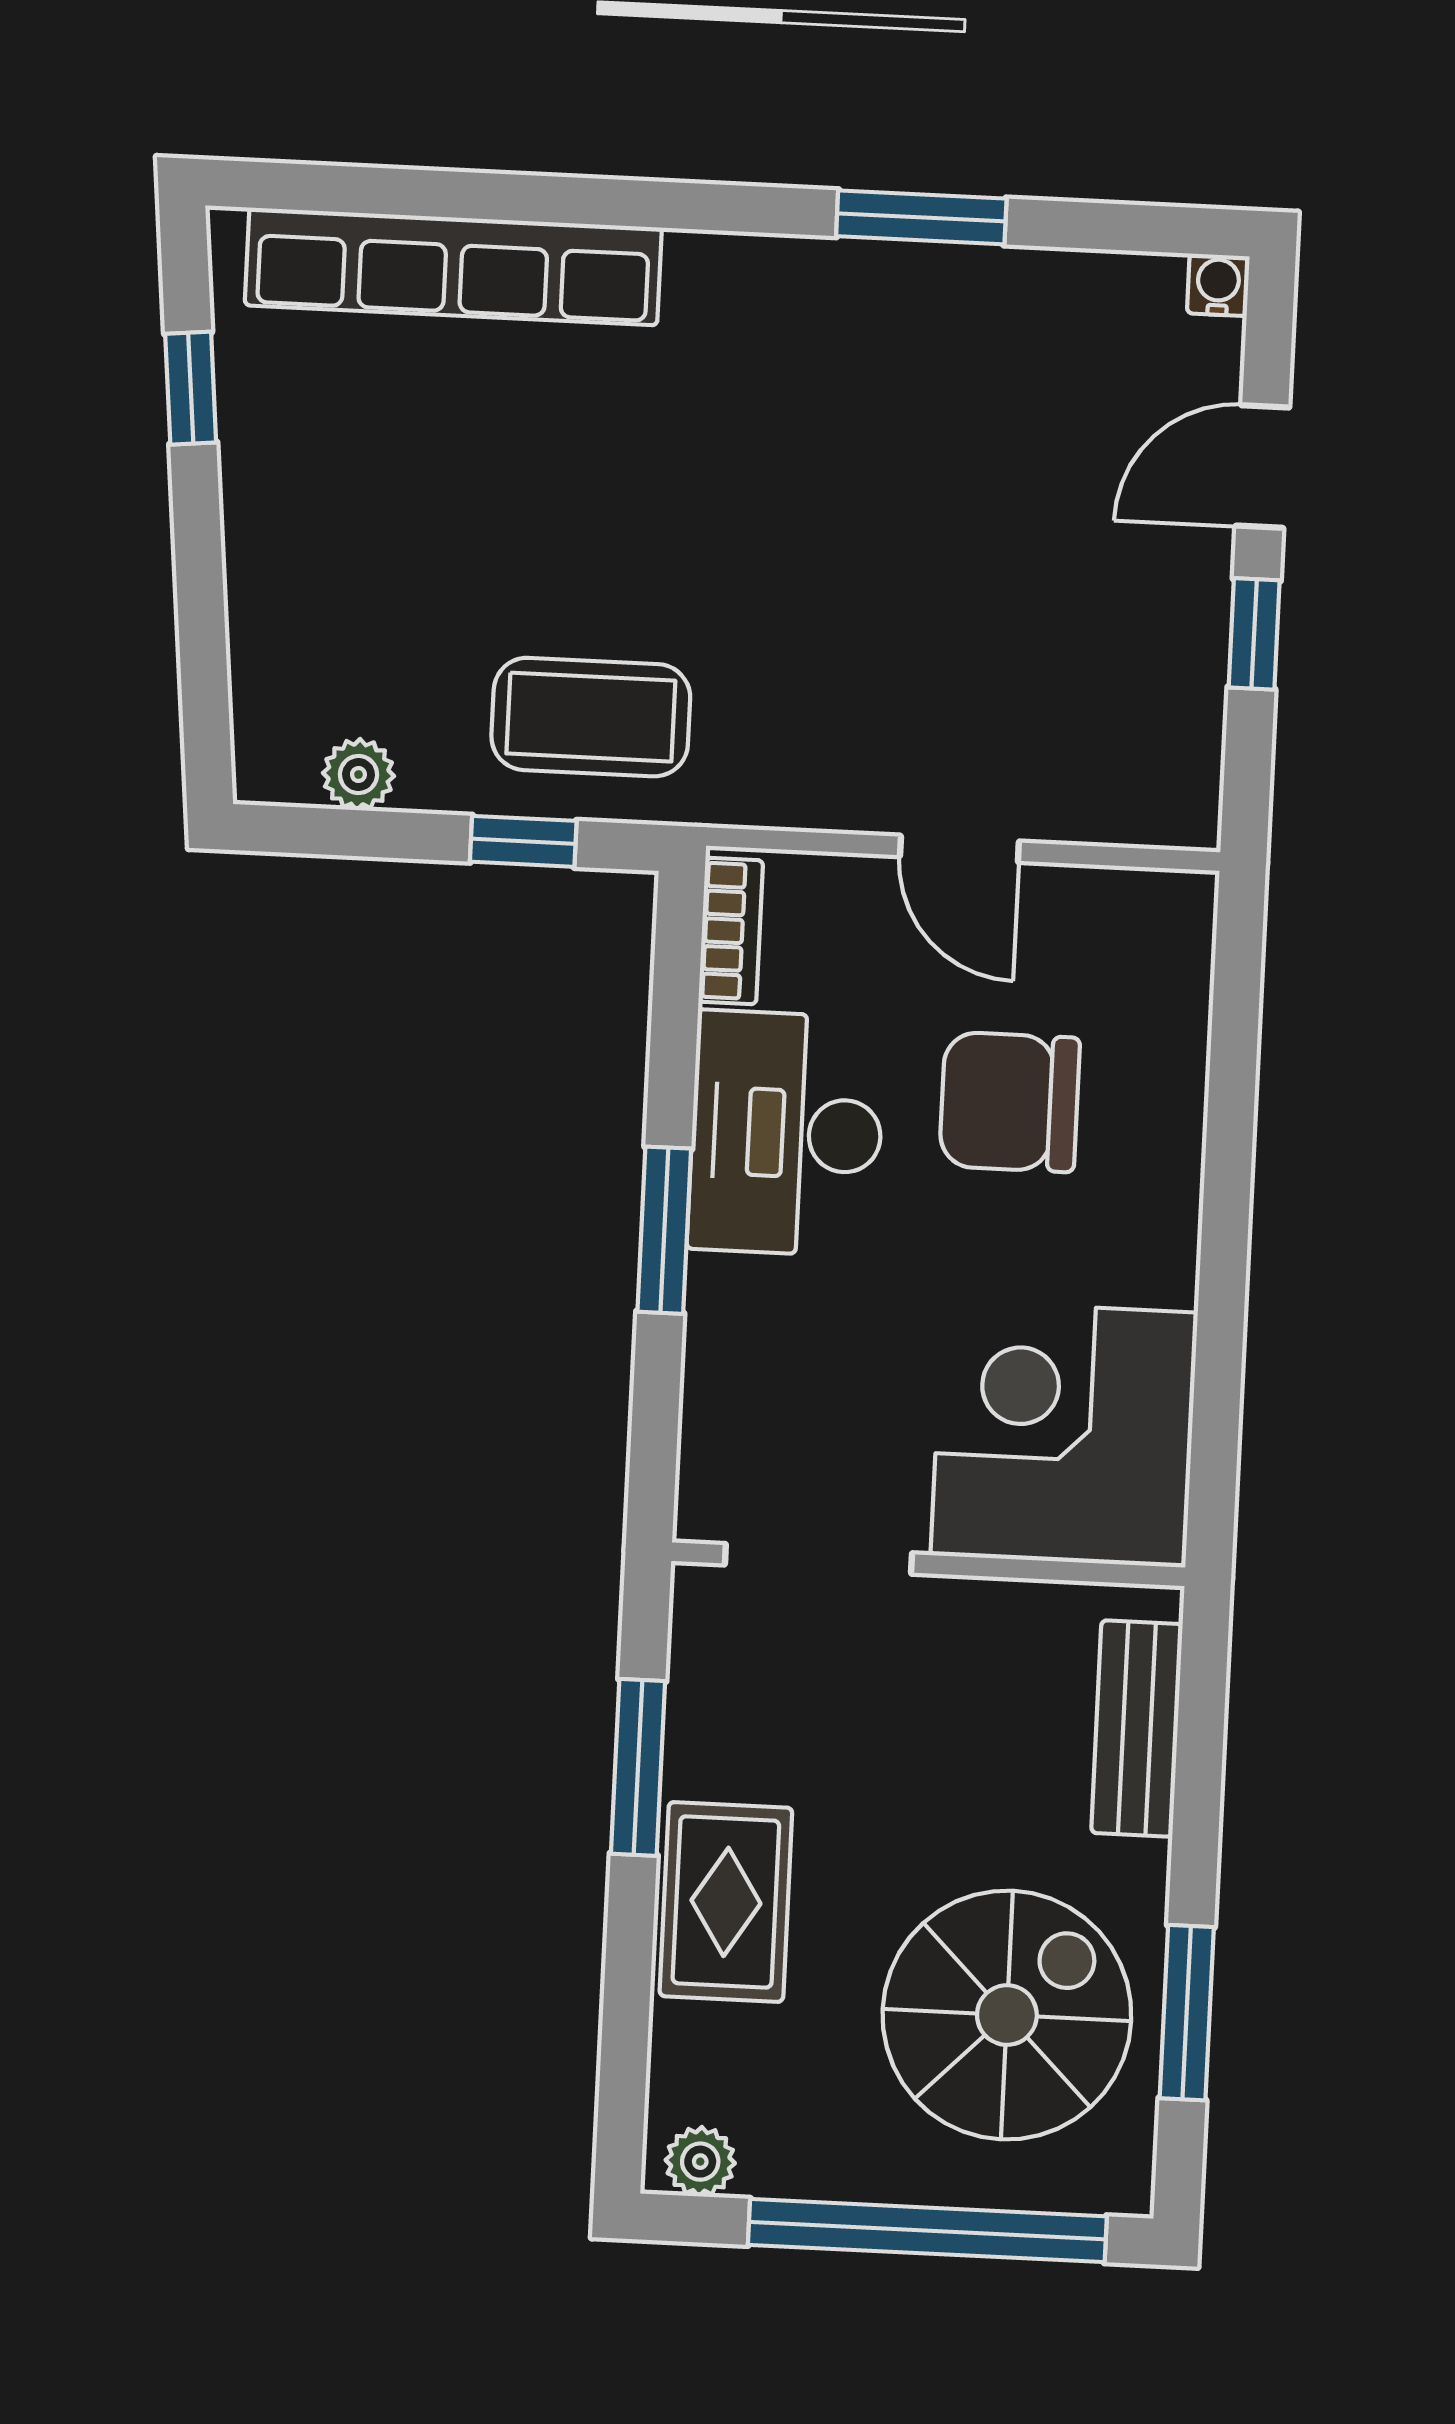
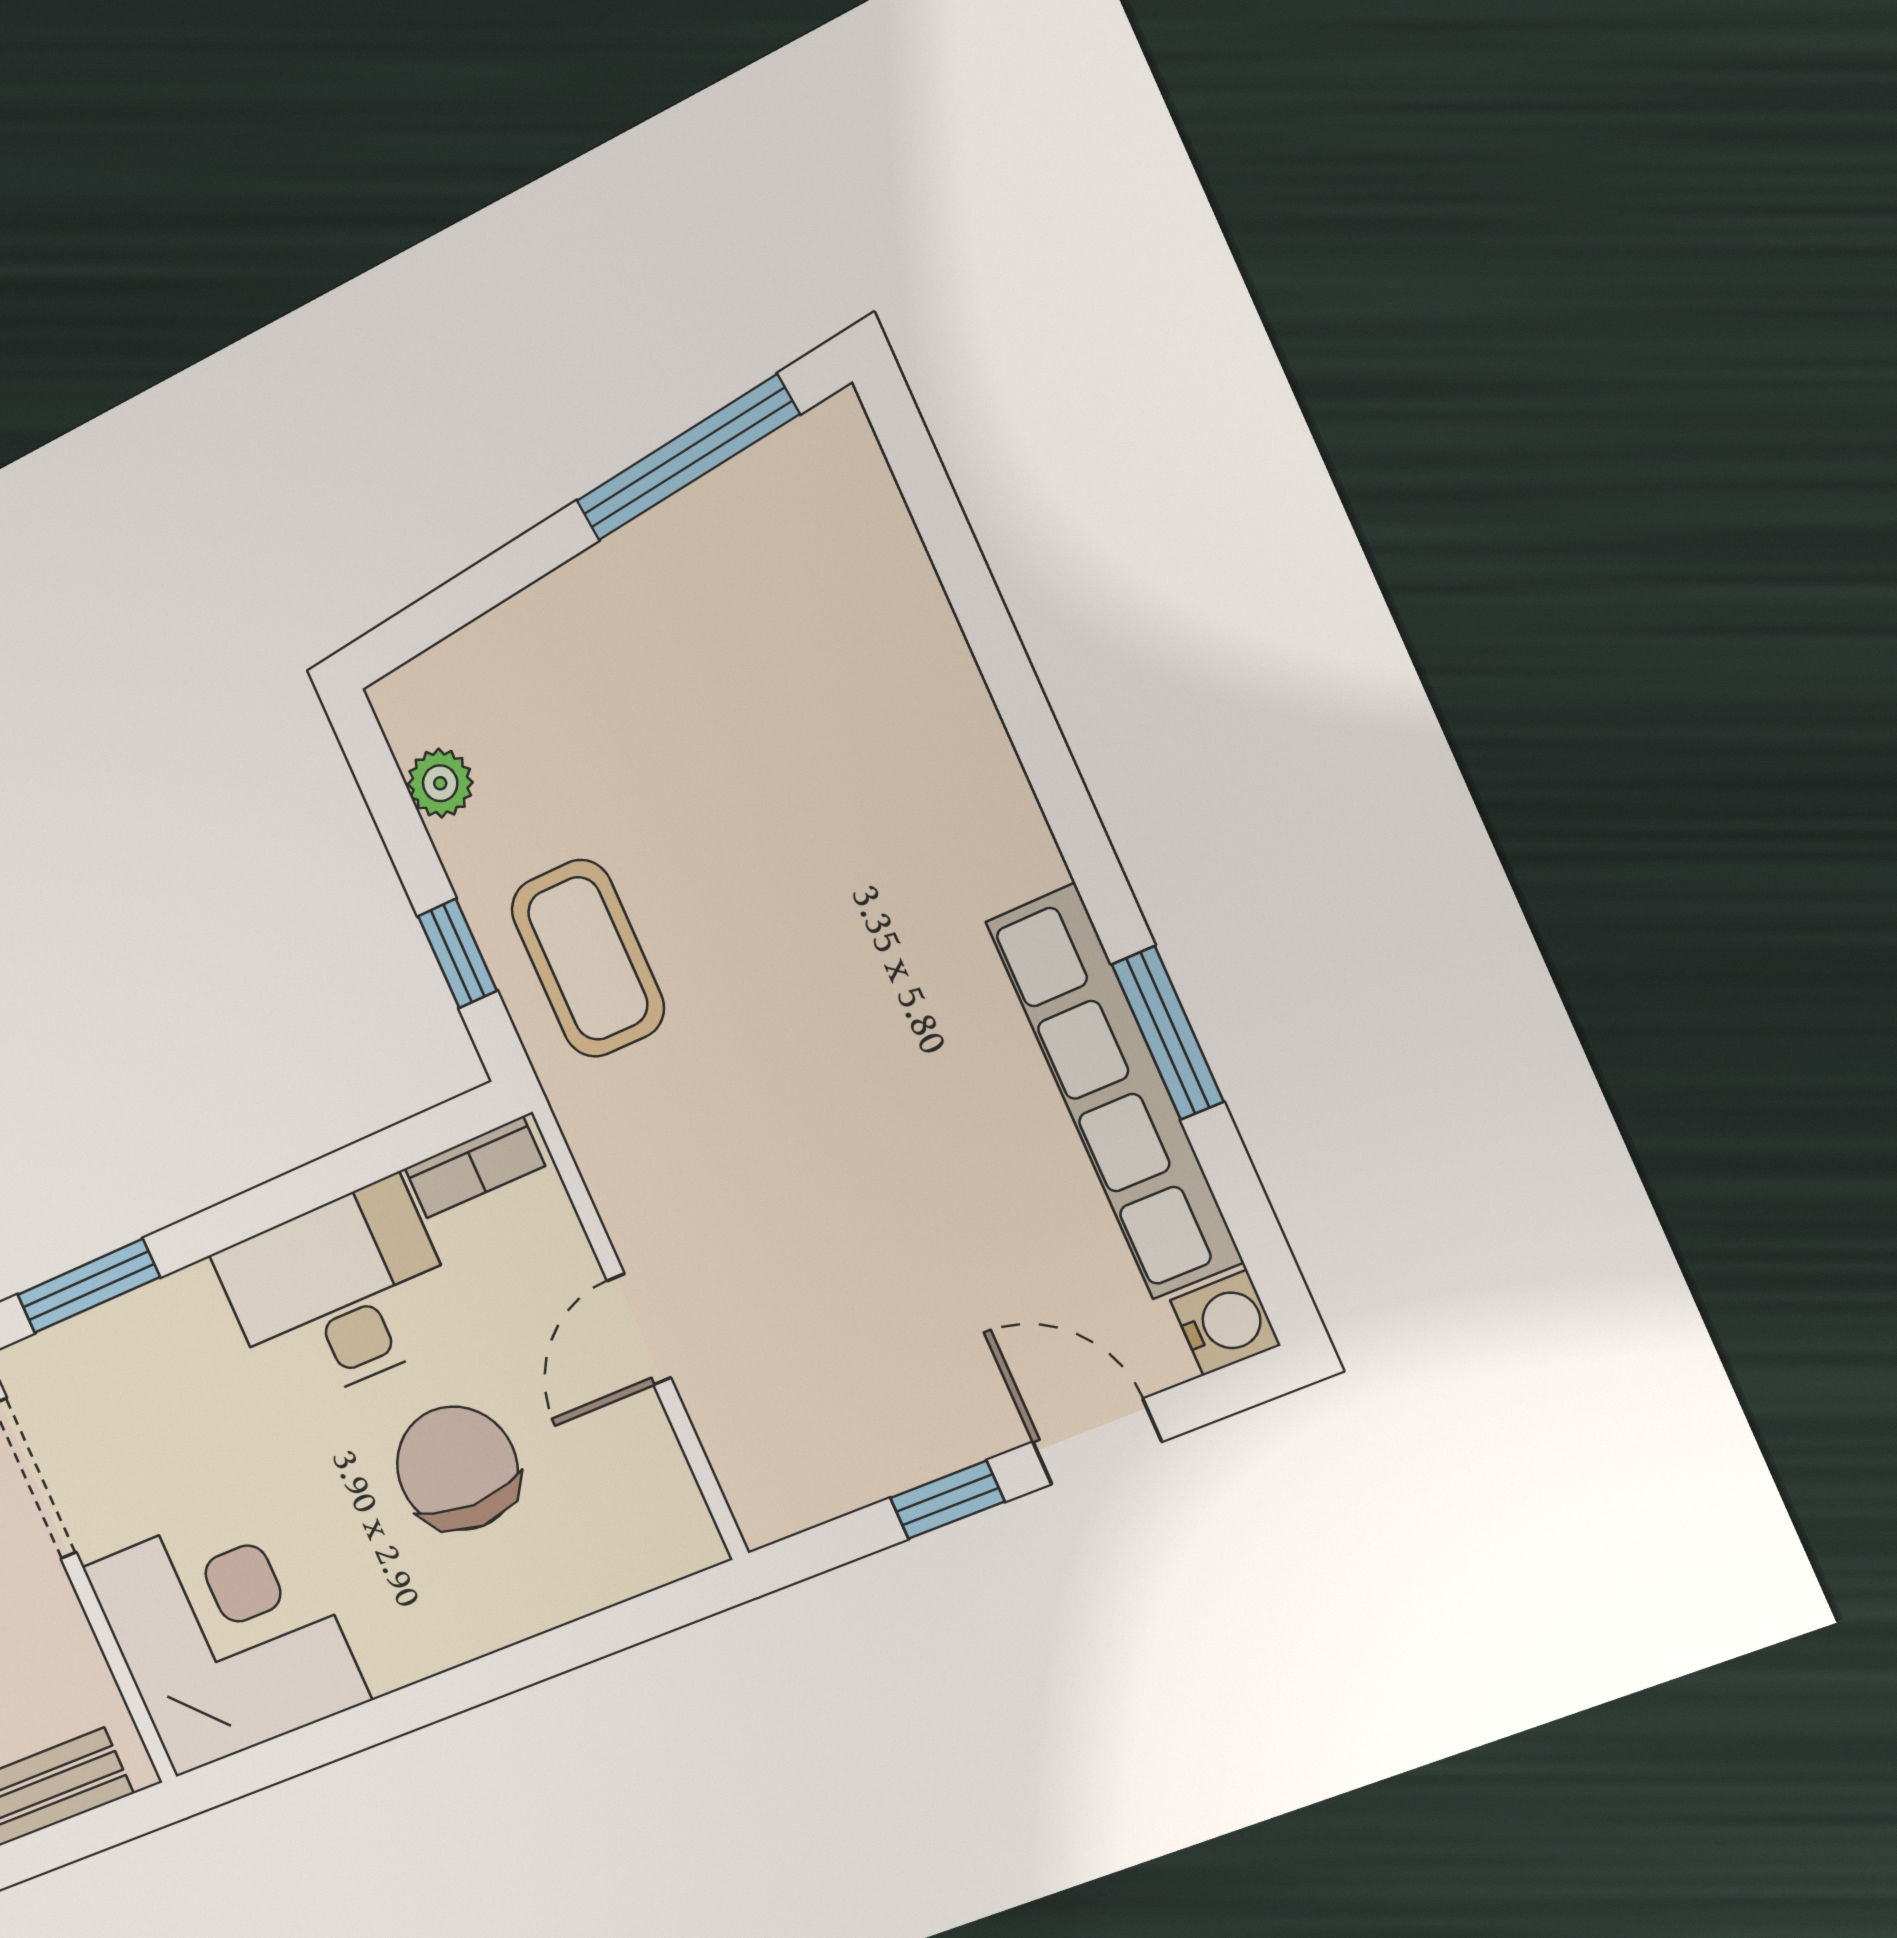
row of seats: (453, 266) -> (1114, 1092), moved
water cooler: (1218, 285) -> (1225, 1323), width x1.38, depth x1.38
window: (191, 388) -> (687, 458), width x2.17
window: (664, 1230) -> (88, 1286), moved

